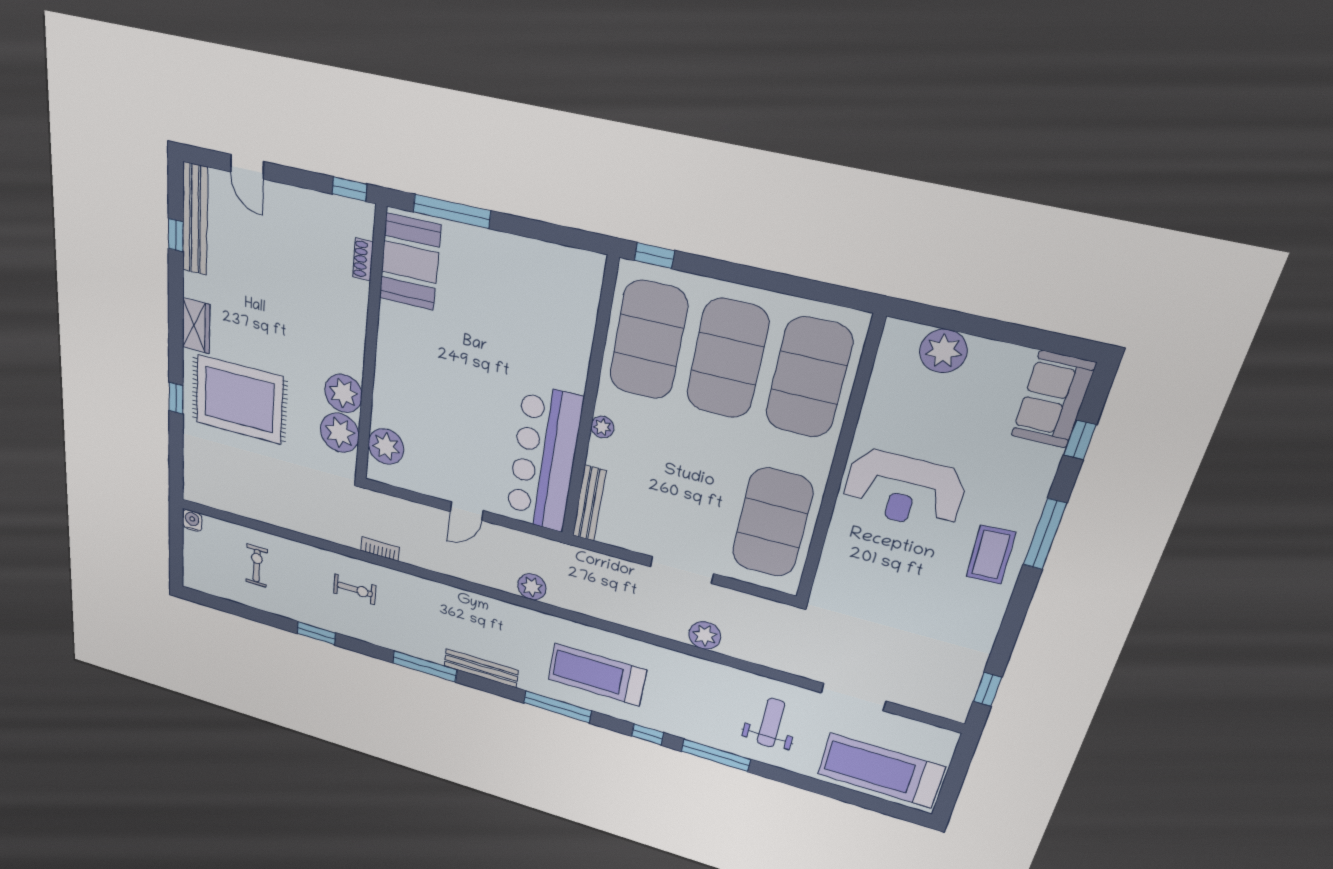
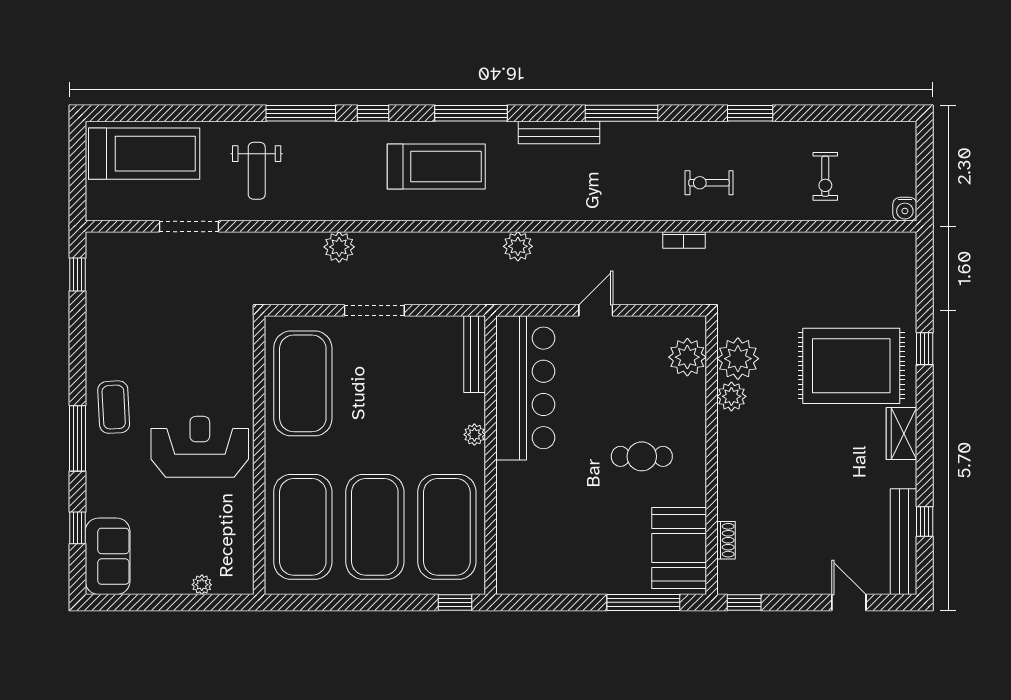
plant: (943, 351) -> (202, 585), width x0.53, depth x0.53
cafe table: (438, 364) -> (642, 456), added
plant: (343, 393) -> (731, 396), width x0.73, depth x0.73

